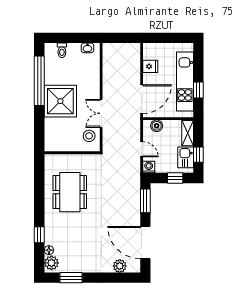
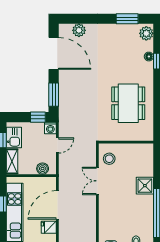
door: (142, 99) -> (57, 205), moved
shower: (60, 101) -> (145, 186), width x0.54, depth x0.54
double door: (101, 113) -> (97, 181), swing flipped
door: (142, 149) -> (57, 145), swing flipped
window: (175, 178) -> (38, 117), moved
floor lamp: (49, 250) -> (149, 57), moved

